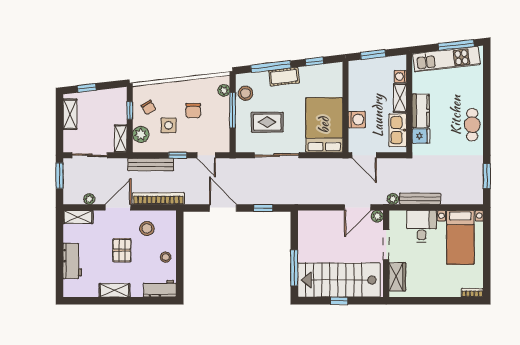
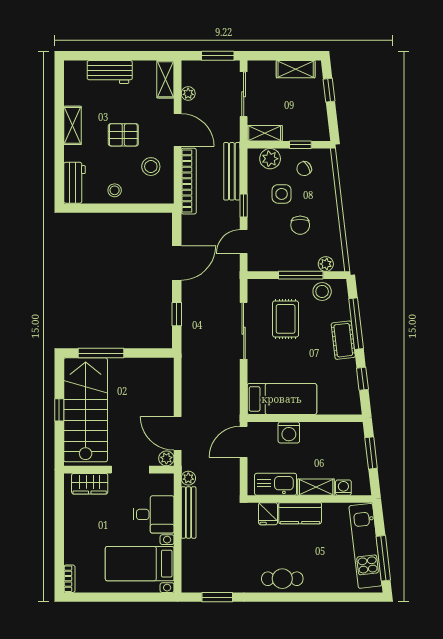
chair: (193, 111) -> (300, 225), turned -90
bed: (324, 125) -> (282, 399), width x0.67

